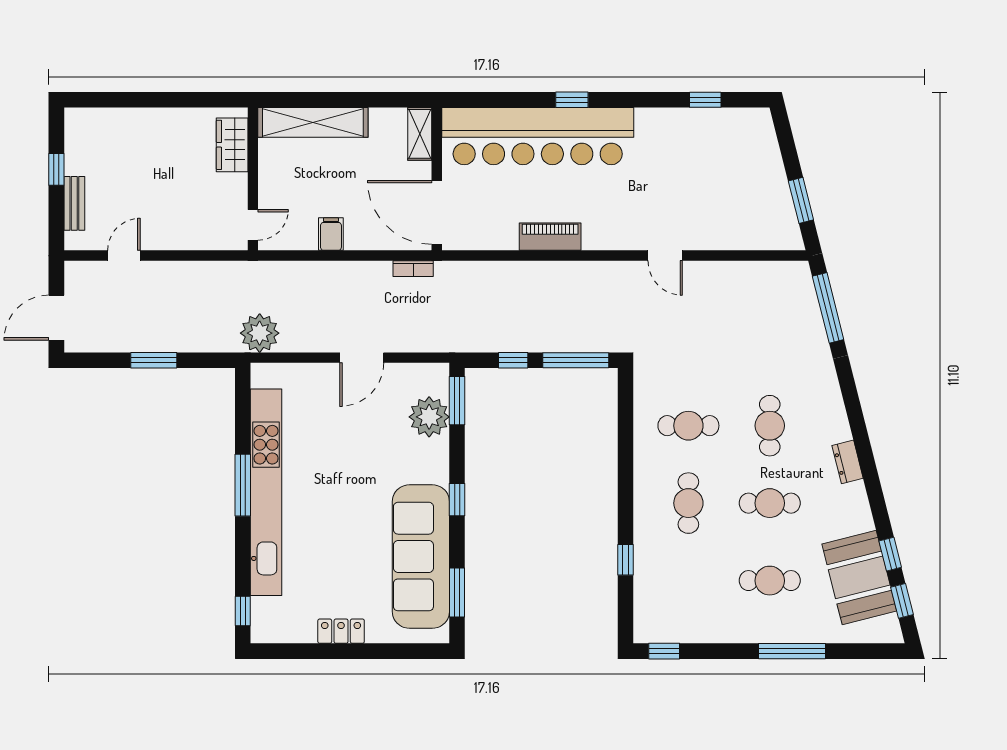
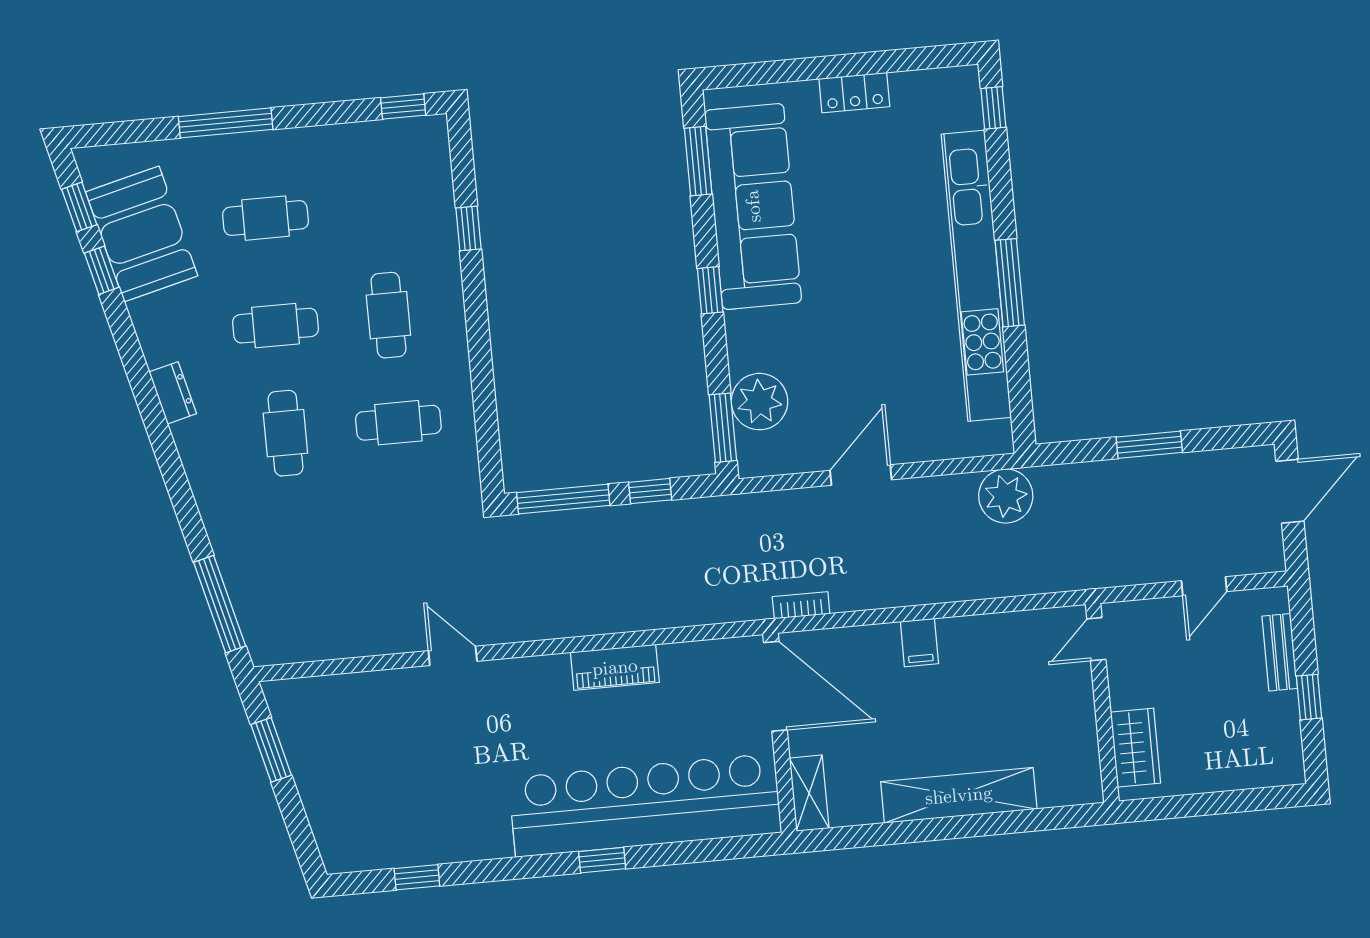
wardrobe: (232, 145) -> (1135, 748), moved
wall: (253, 179) -> (1102, 703), moved
door: (253, 225) -> (1096, 639), moved

